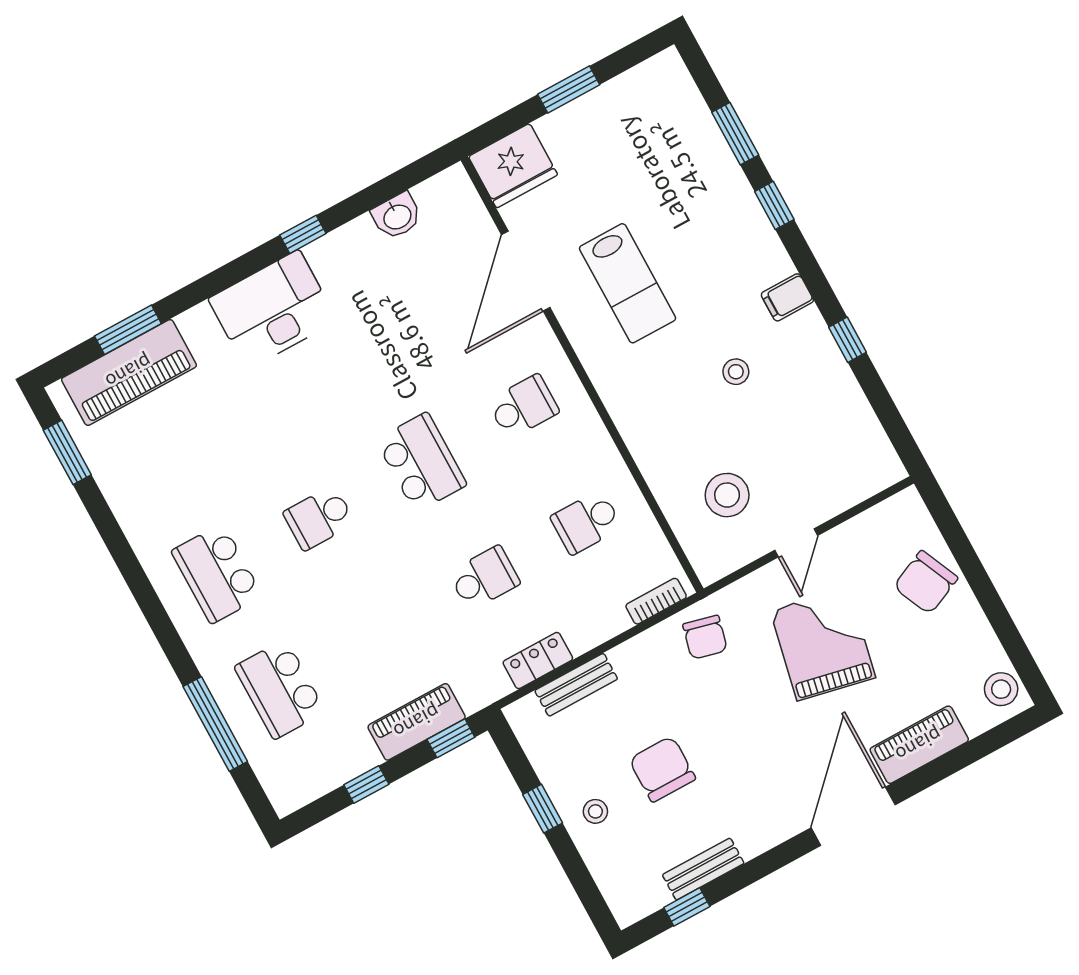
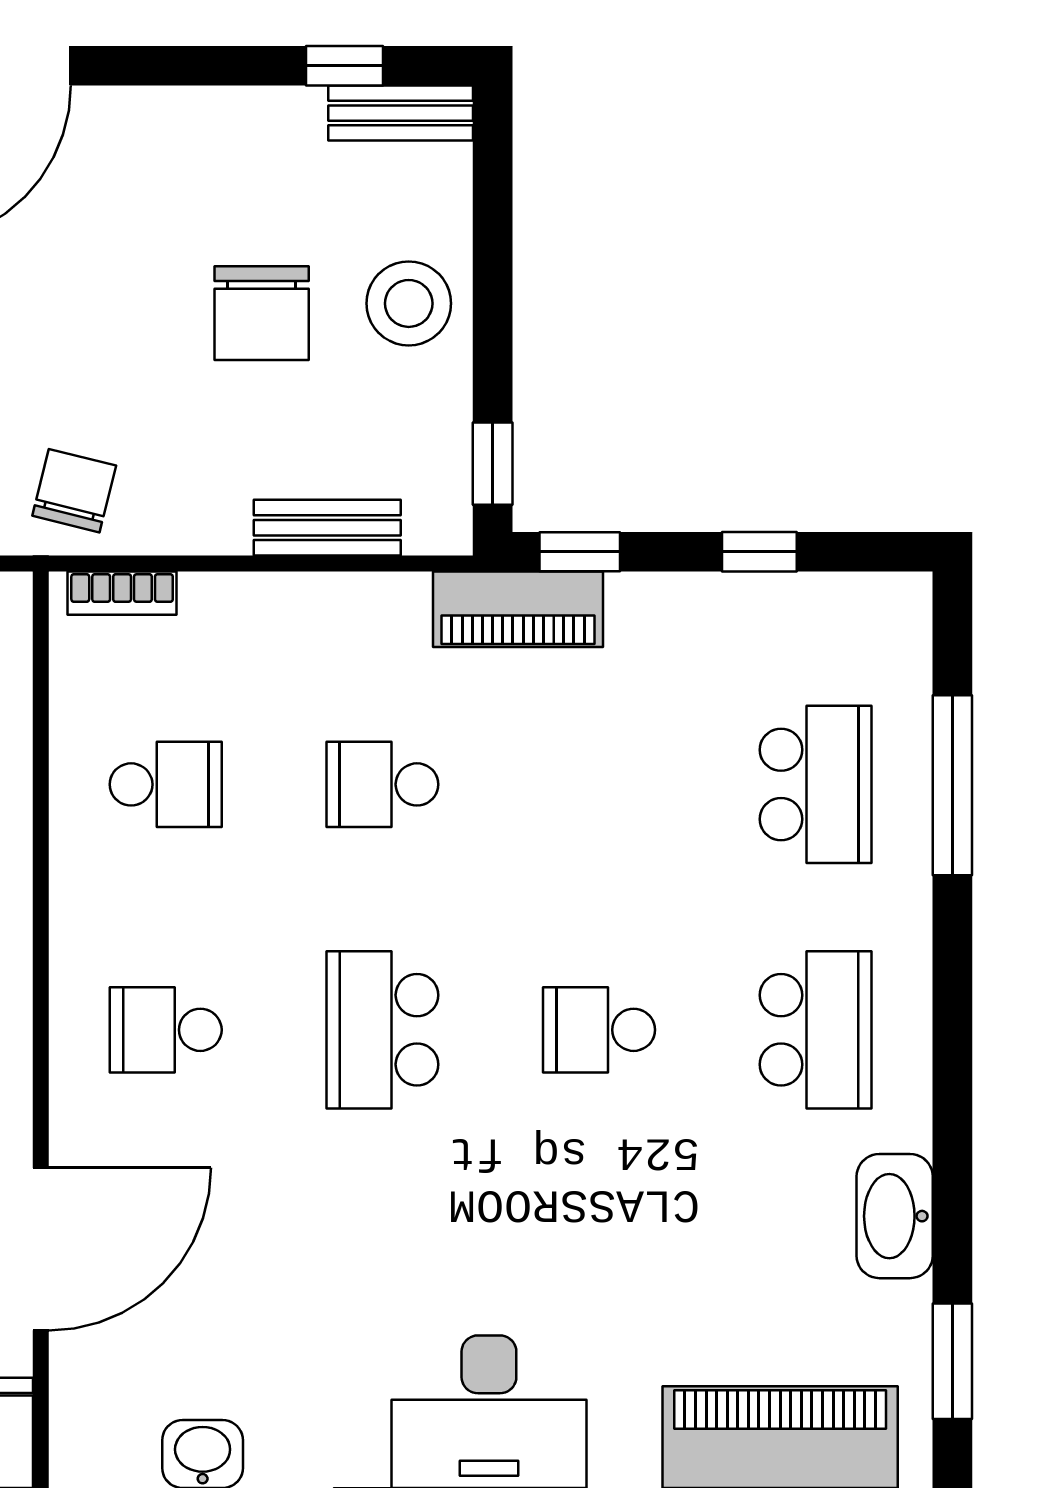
washbasin: (132, 506) -> (895, 1216), added
school desk: (319, 518) -> (599, 1030), turned 180
locker: (538, 661) -> (368, 602), removed
piano: (417, 722) -> (518, 609), moved
window: (543, 809) -> (493, 464), moved
stool: (595, 811) -> (409, 303), width x1.89, depth x1.89
bench: (703, 869) -> (401, 113), moved

